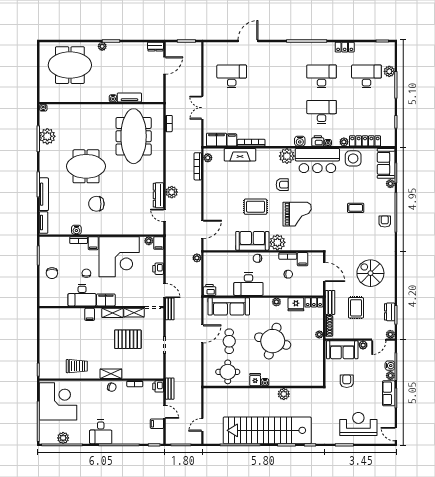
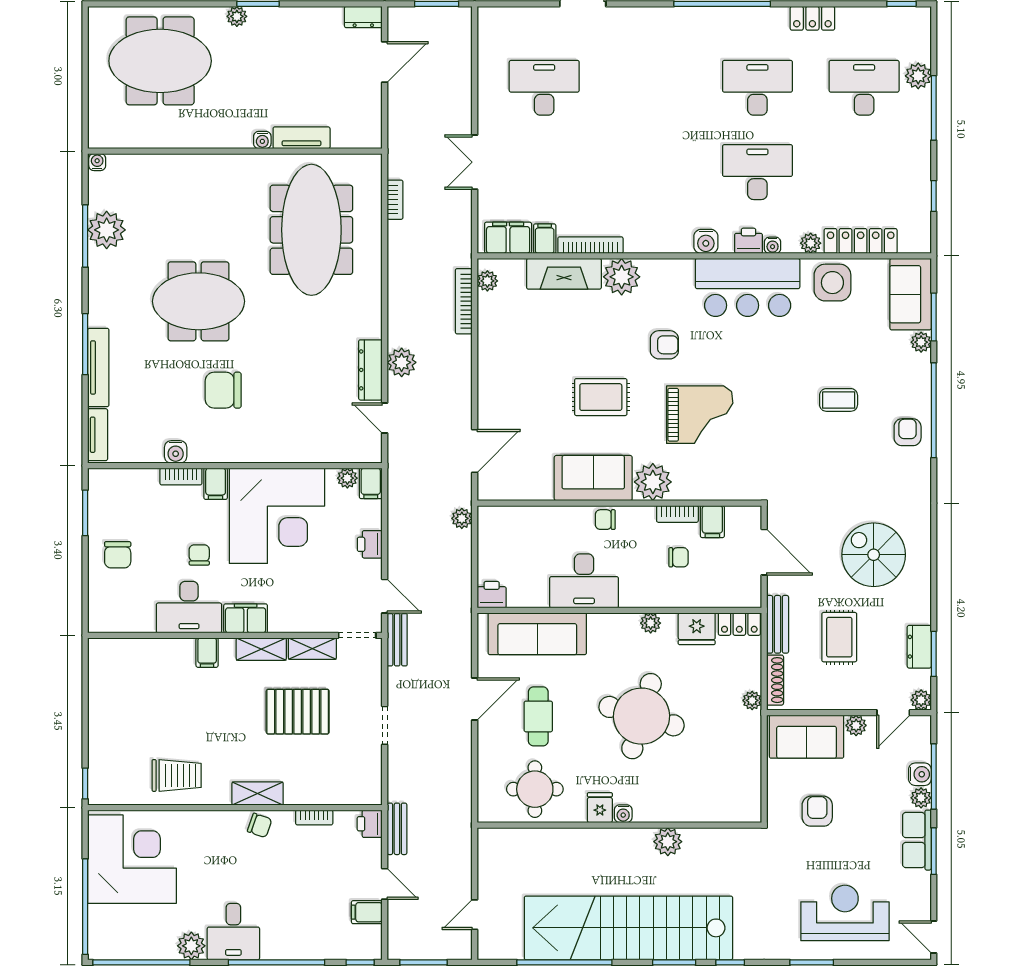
plant: (287, 156) -> (622, 277), moved
plant: (63, 438) -> (191, 946), moved

